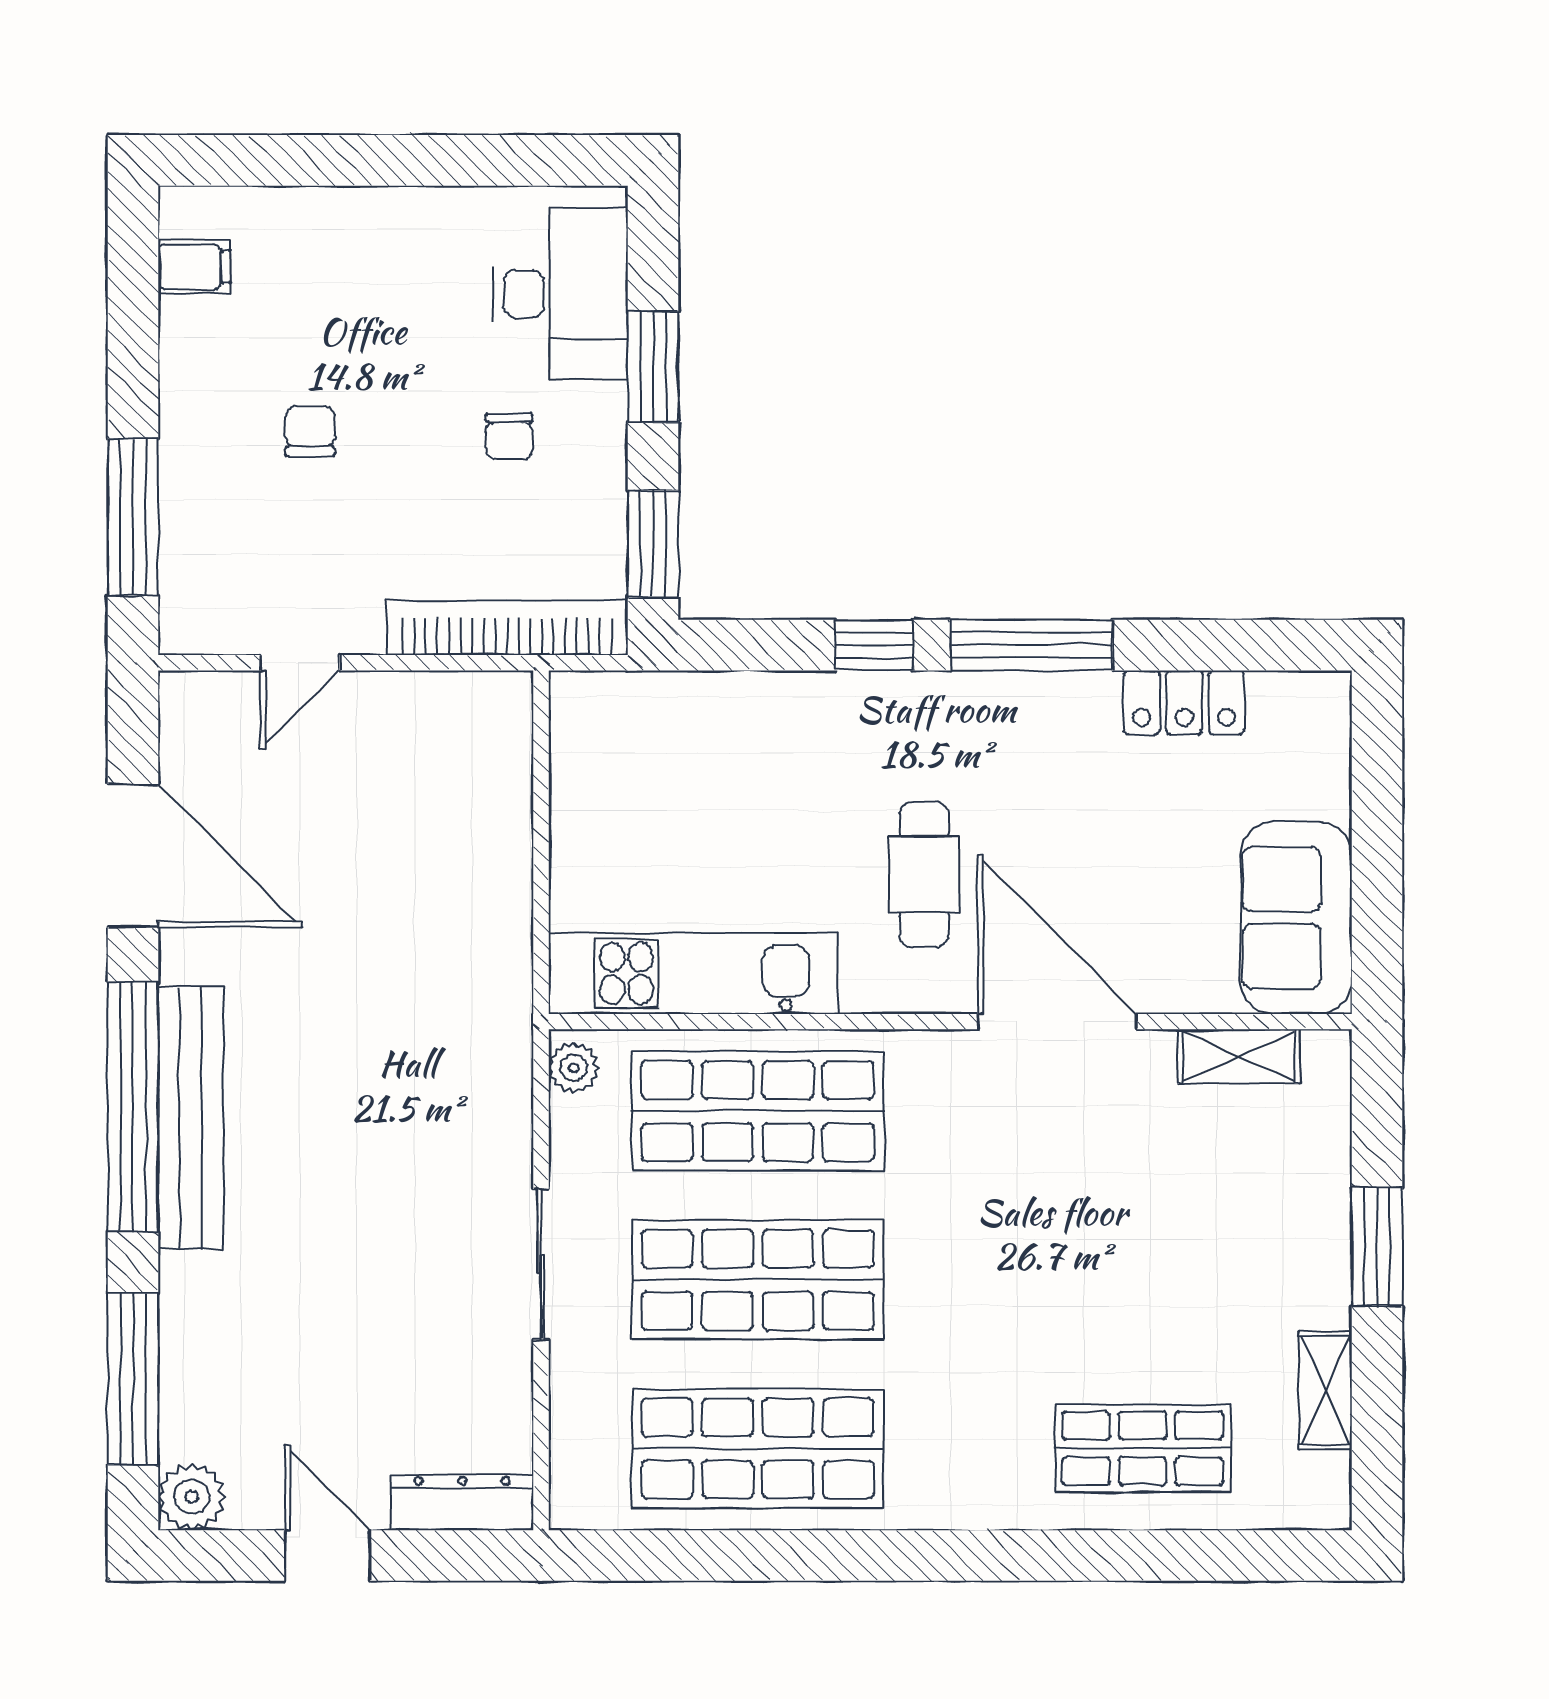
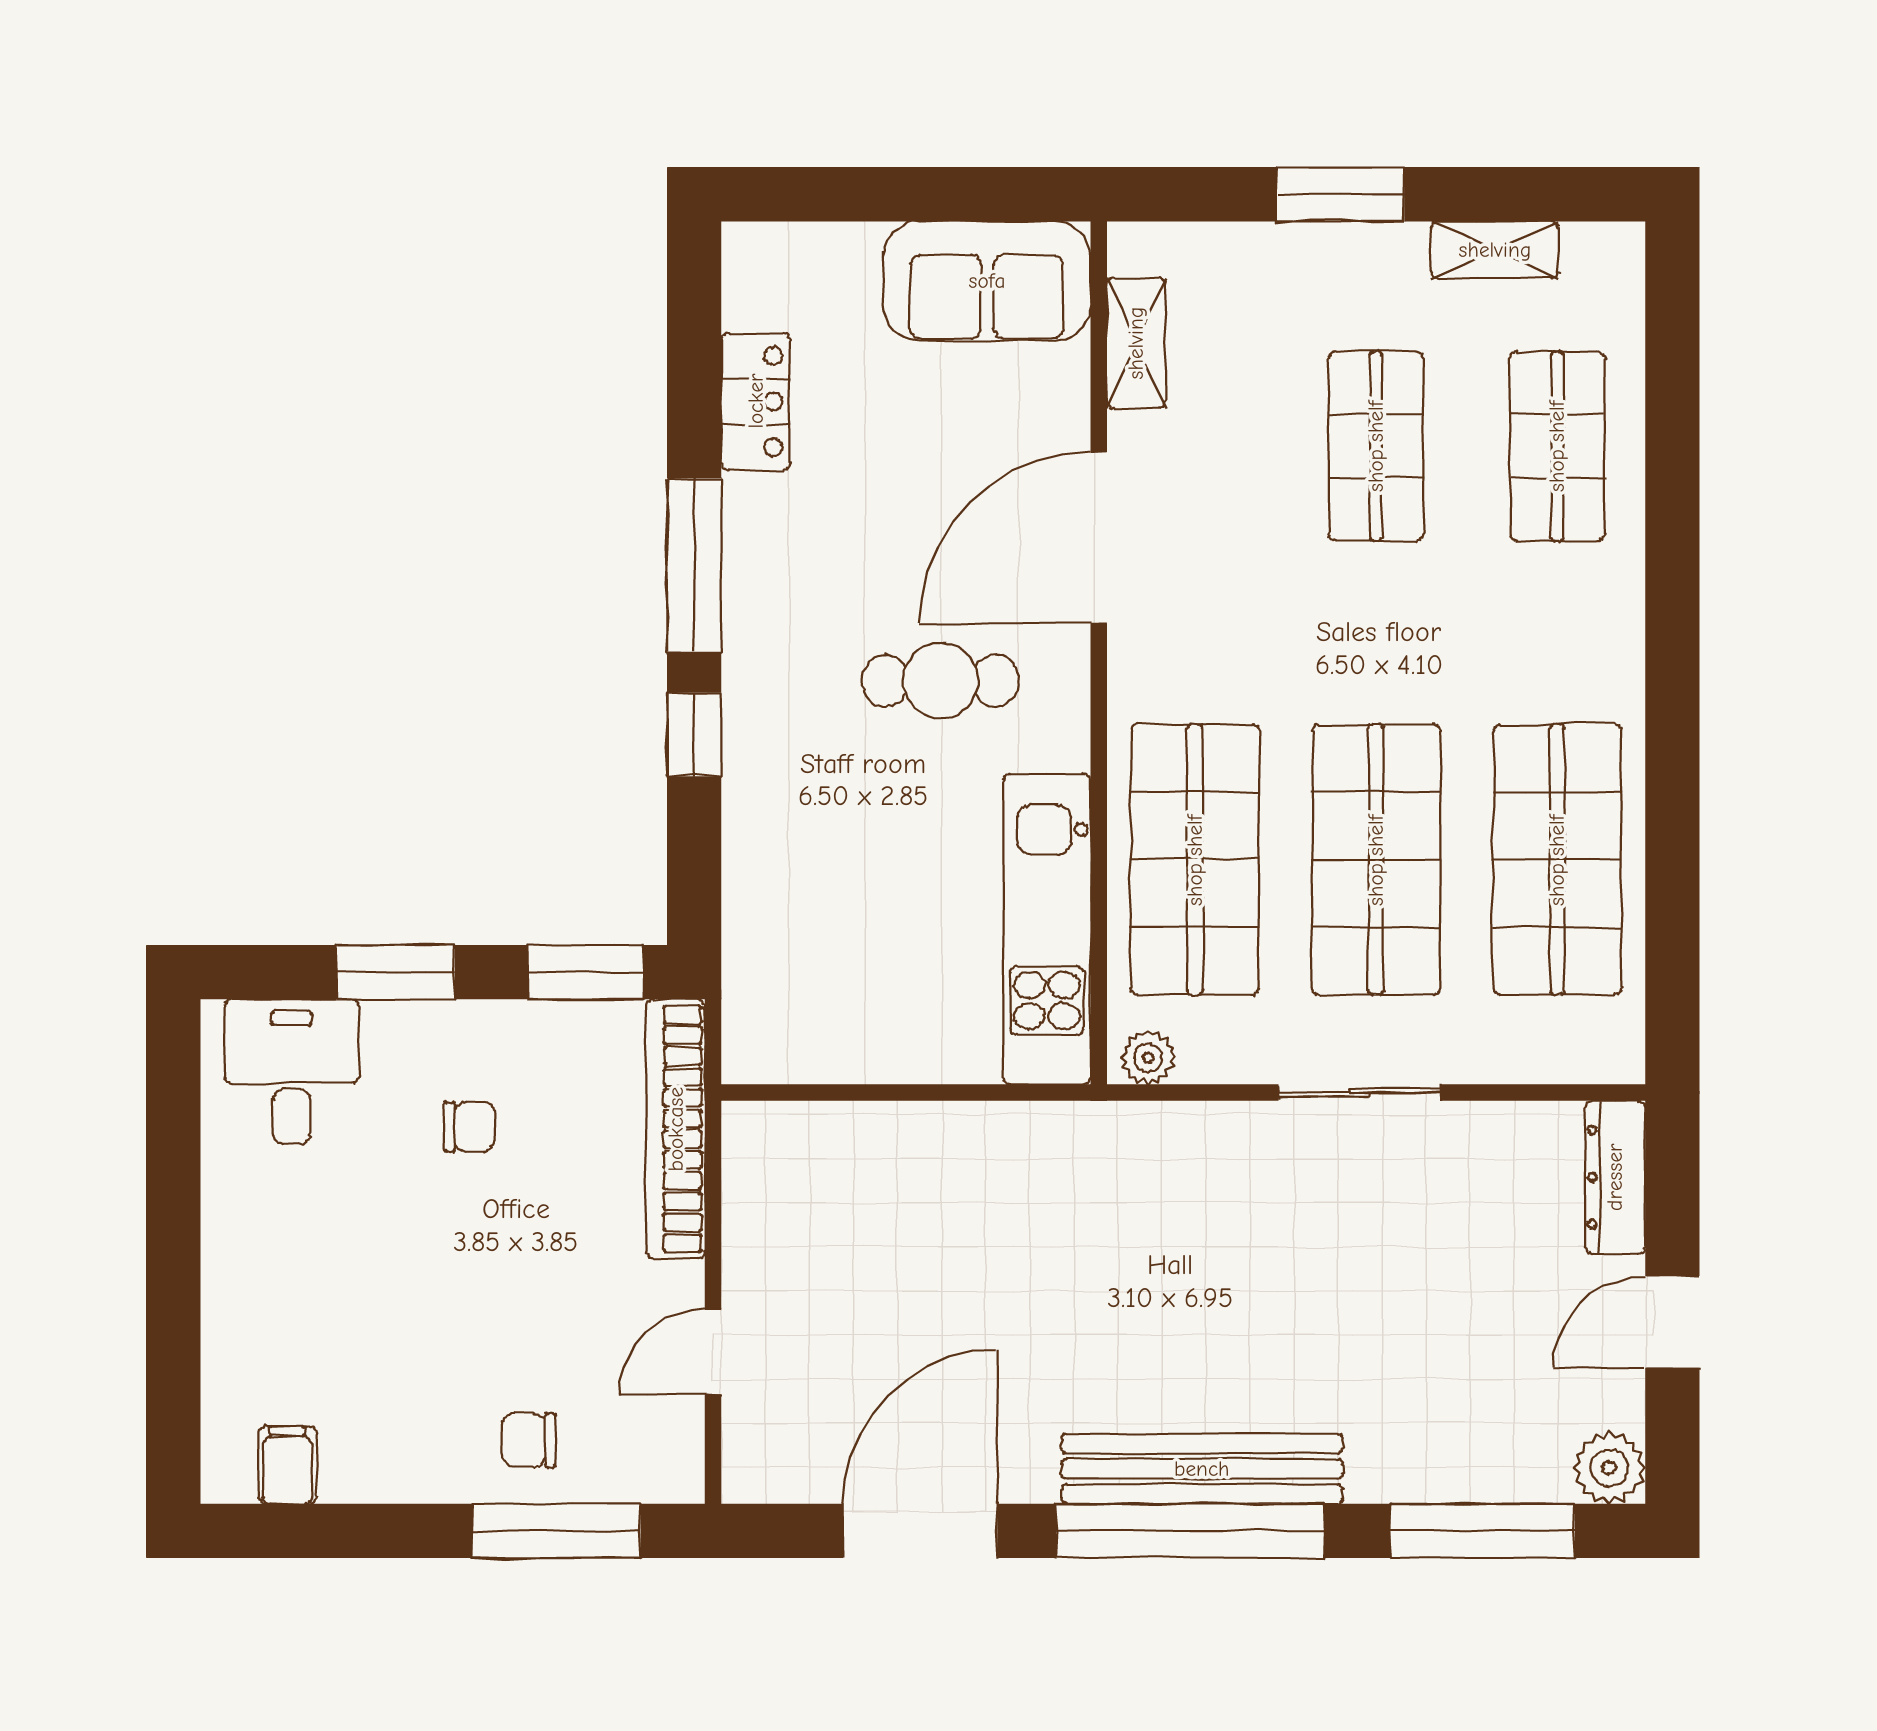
desk: (560, 294) -> (292, 1072), width x0.73
chair: (310, 431) -> (529, 1440), moved
door: (300, 663) -> (713, 1352), swing flipped
shop shelf: (1143, 1280) -> (1376, 446), added

